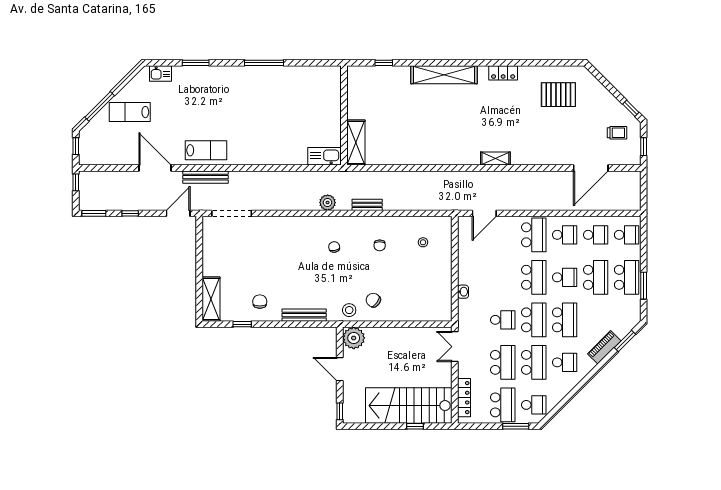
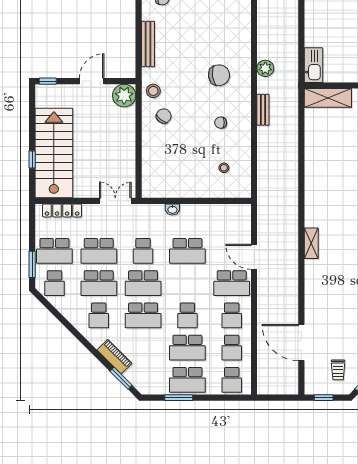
door: (484, 213) -> (254, 257), moved
chair: (334, 247) -> (219, 75), width x1.87, depth x1.87
school desk: (534, 277) -> (187, 251), moved

